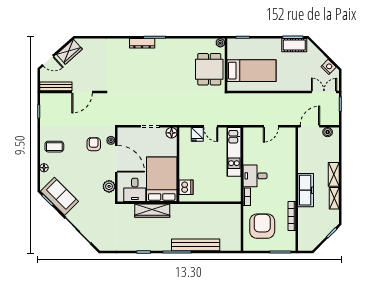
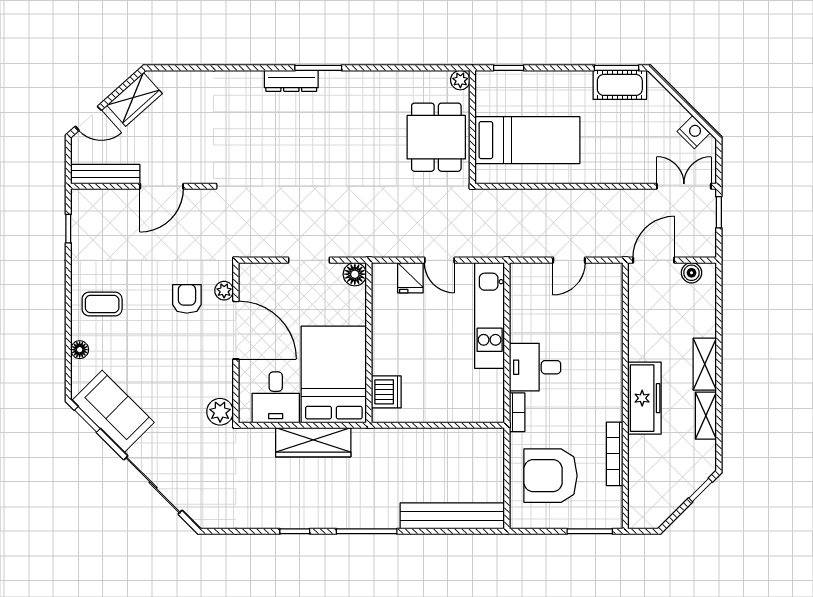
plant: (109, 186) -> (220, 412), moved
armchair: (262, 226) -> (550, 476), turned -90
bench: (196, 245) -> (452, 516), moved

